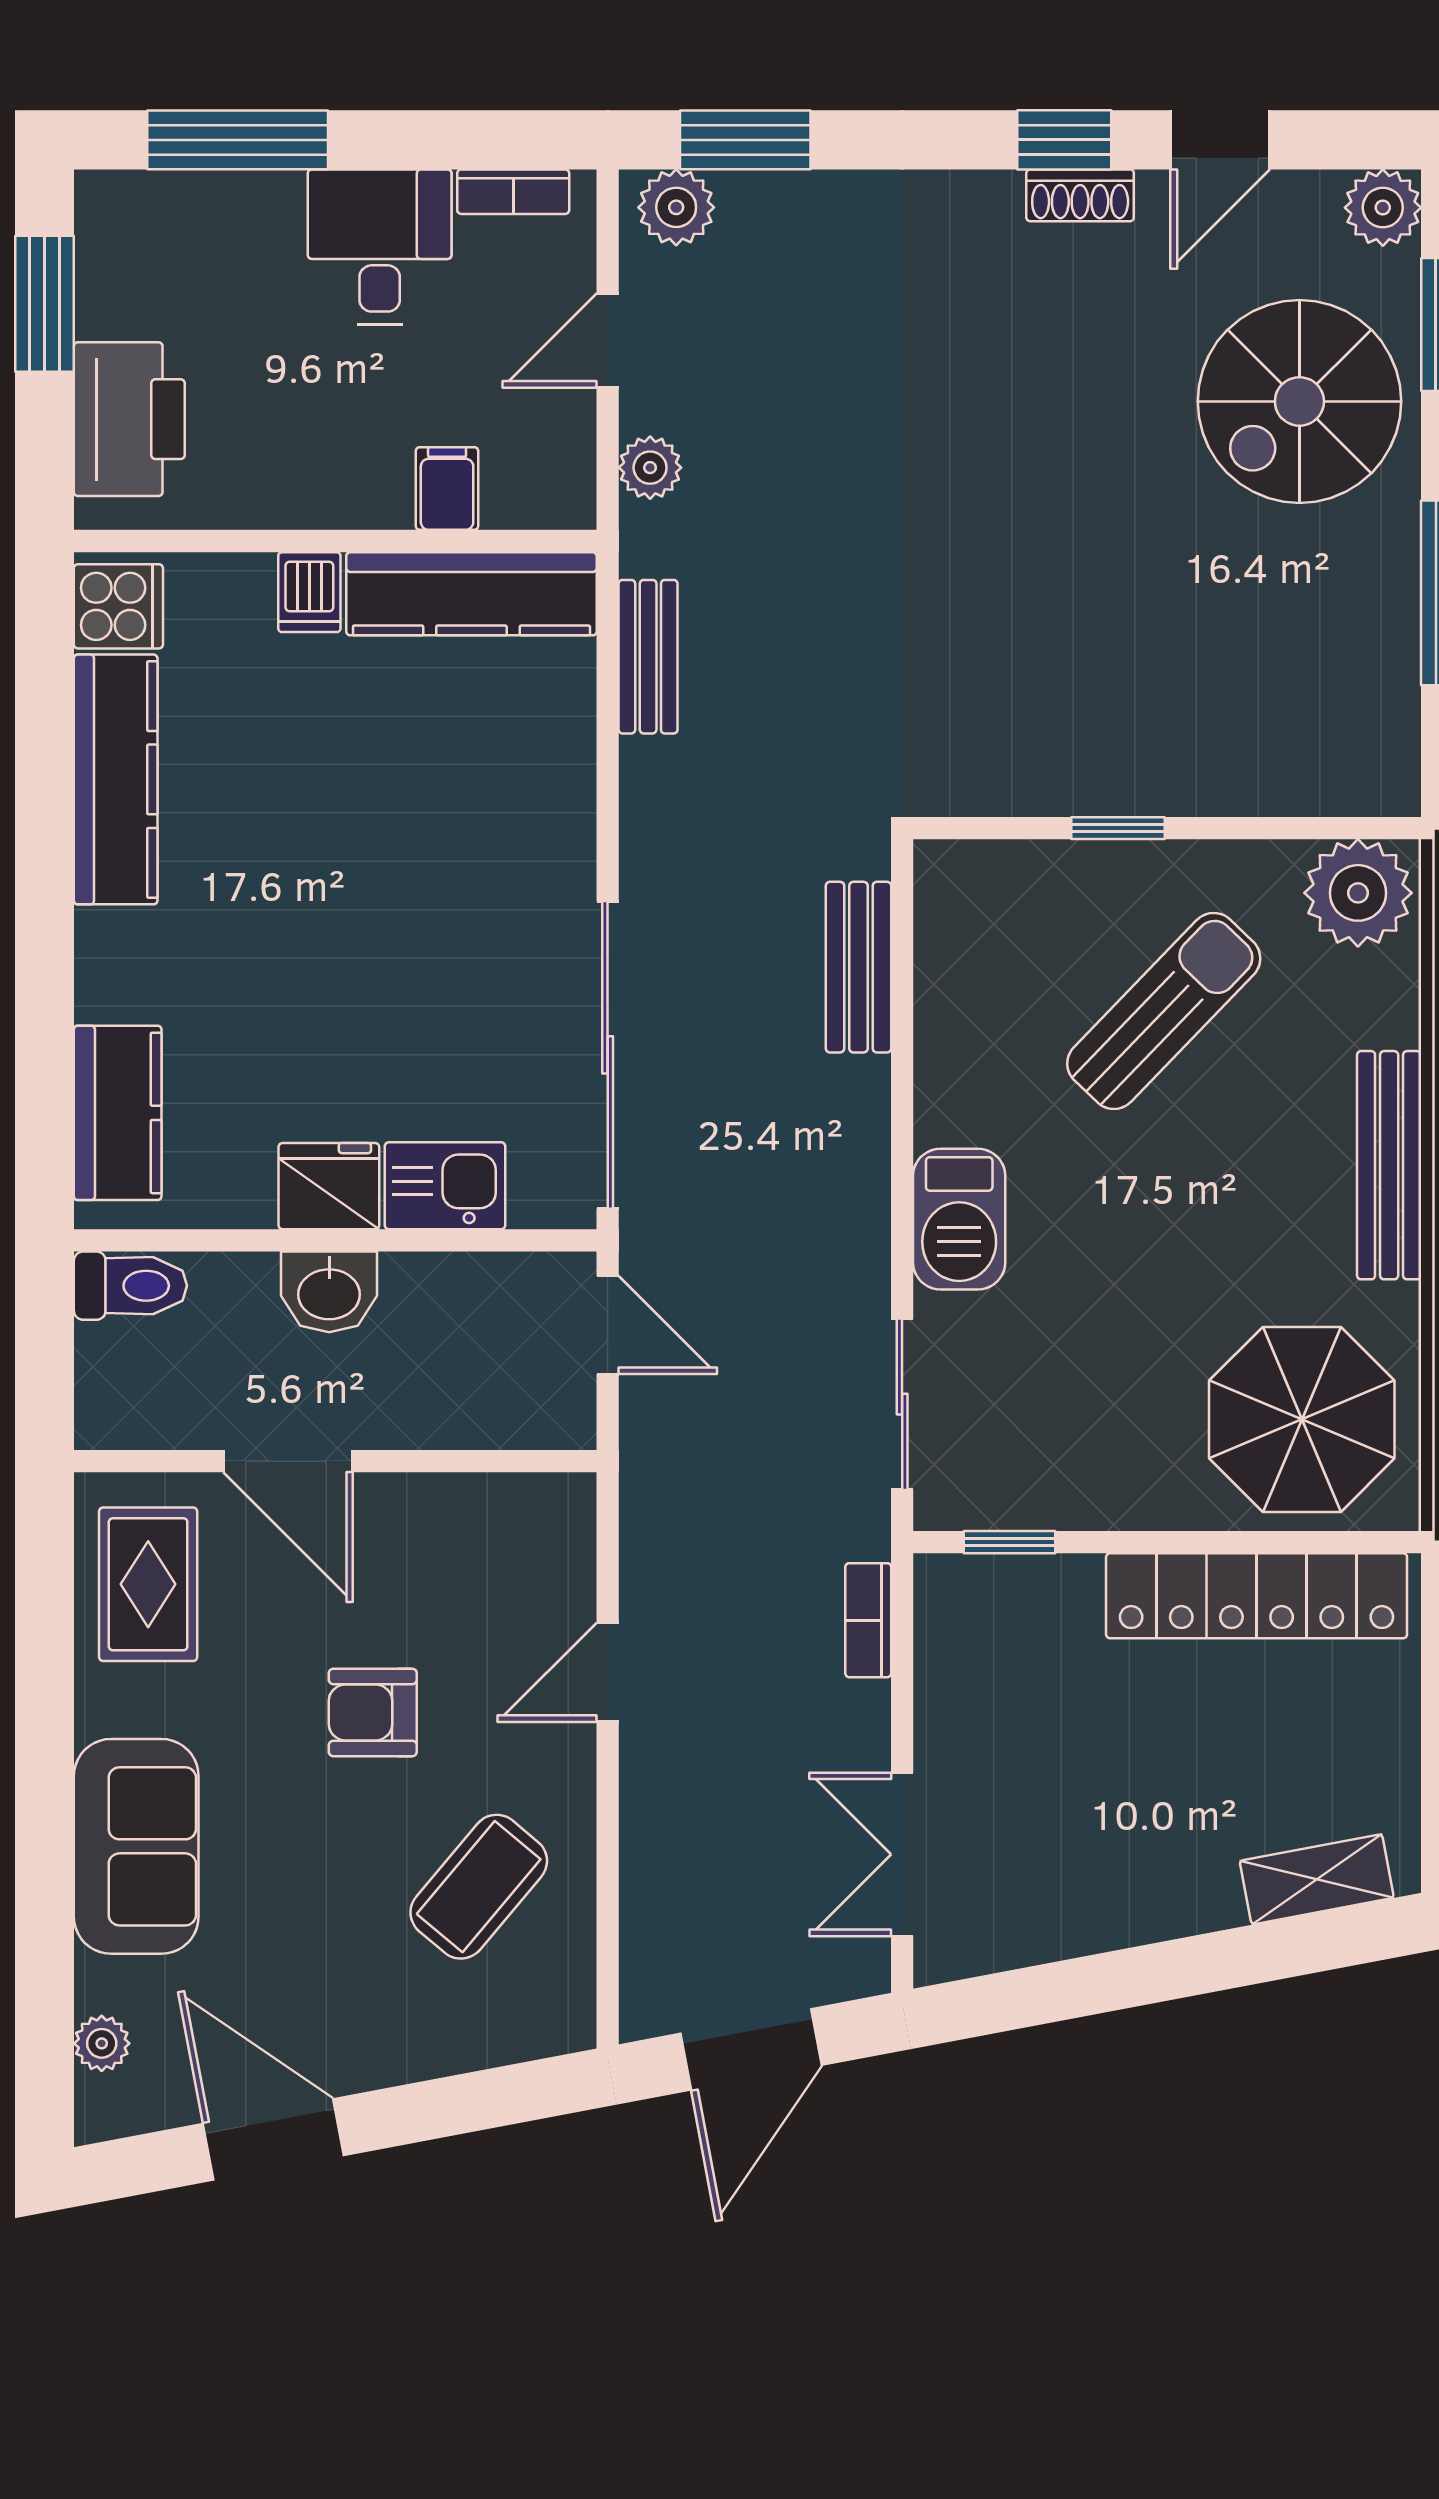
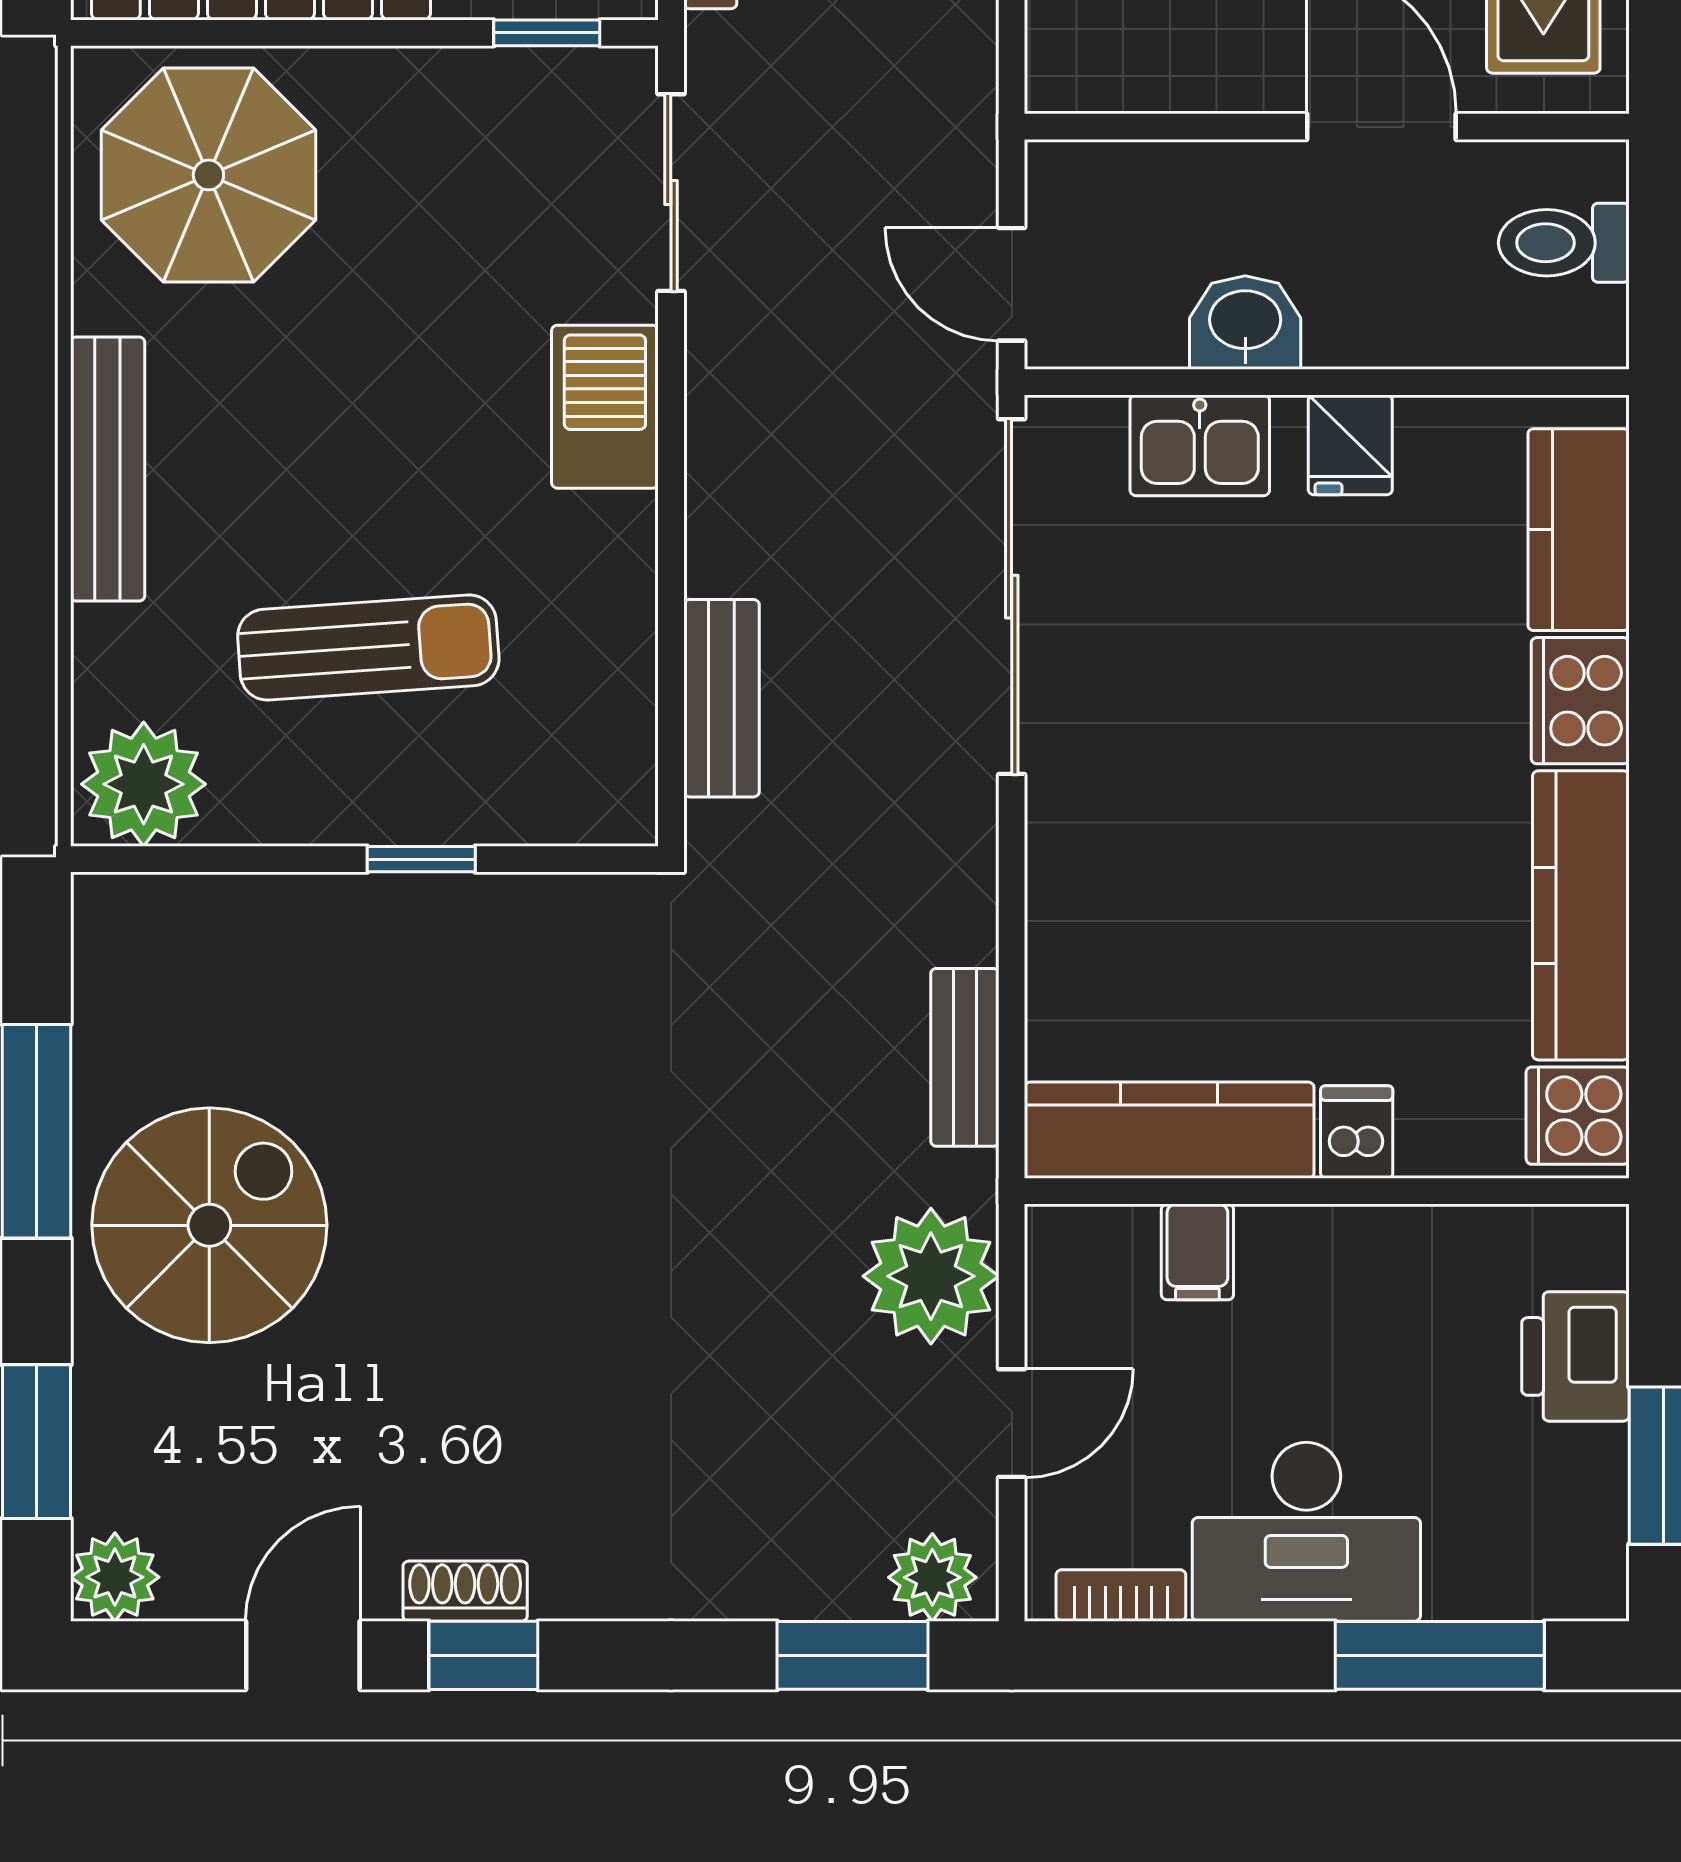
desk: (380, 247) -> (1306, 1532), width x1.37
spiral stairs: (1299, 401) -> (209, 1225), moved
printer: (129, 419) -> (1575, 1356), width x0.73, depth x0.84
plant: (650, 468) -> (931, 1276), width x1.88, depth x1.88
cooker: (116, 965) -> (1580, 701), added
sun lounger: (1164, 1011) -> (368, 648), turned -138
fridge: (329, 1186) -> (1350, 445), width x0.72
toilet: (130, 1286) -> (1564, 243), moved
washbasin: (329, 1292) -> (1245, 322), moved

